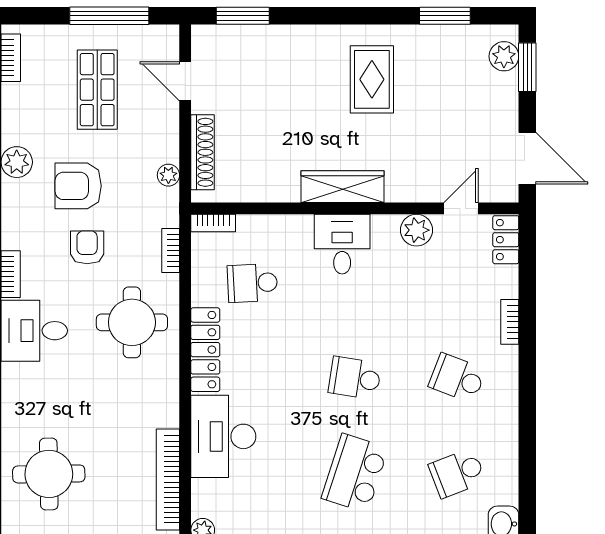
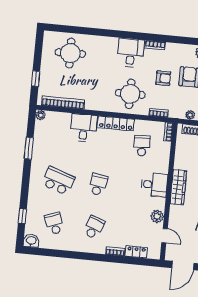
locker: (506, 240) -> (136, 252), moved
desk: (223, 436) -> (84, 128), width x0.73

